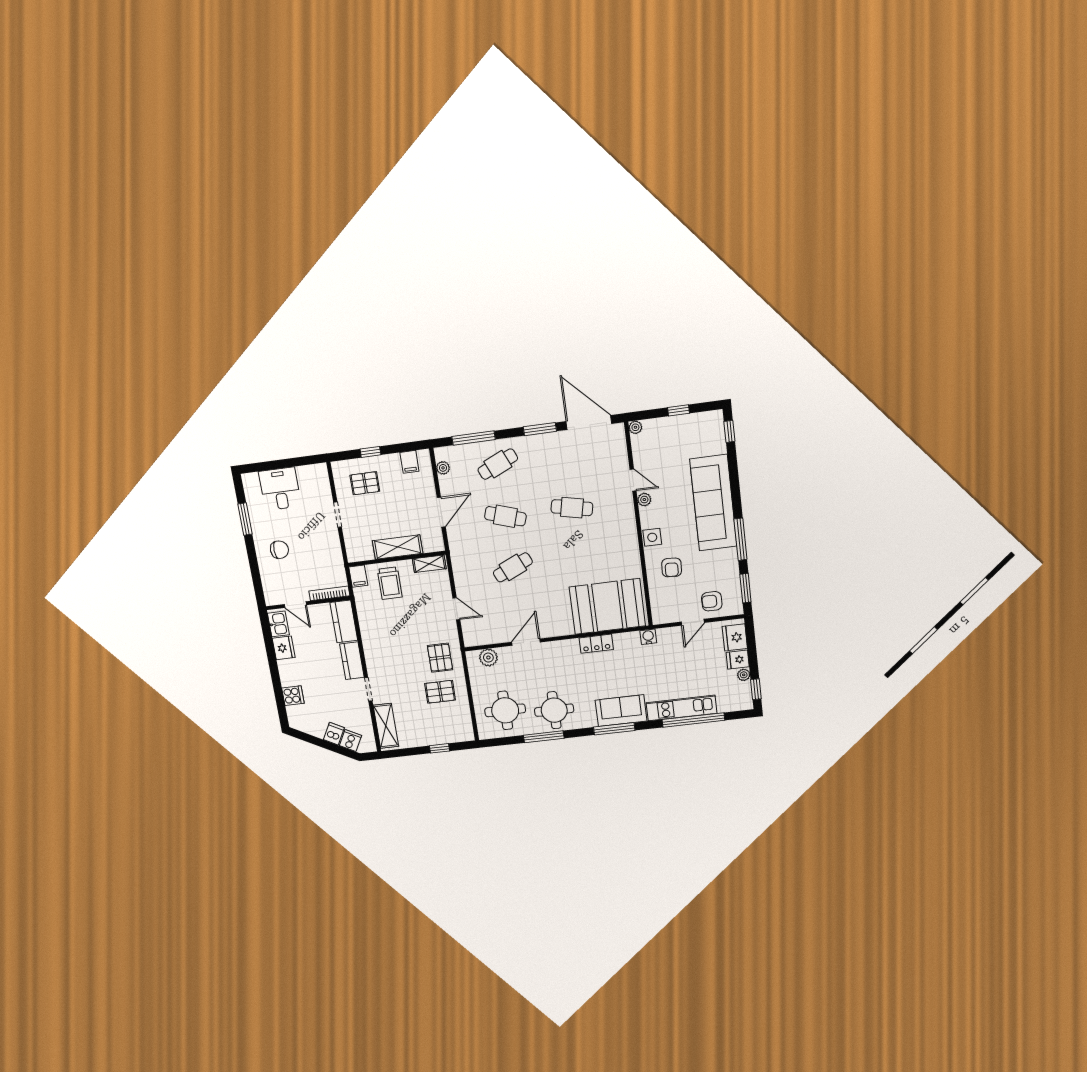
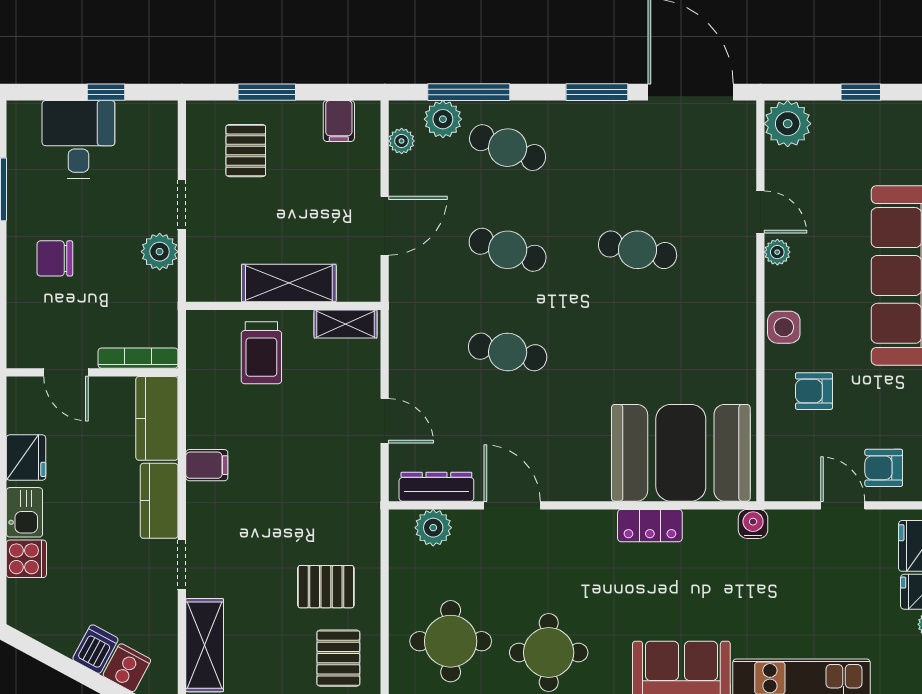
plant: (635, 427) -> (788, 124), width x1.88, depth x1.88
window: (370, 452) -> (267, 92), width x1.50
plant: (462, 454) -> (443, 119), added
window: (289, 463) -> (106, 92), added
cafe table: (498, 464) -> (508, 148), turned 45
pallet: (365, 483) -> (246, 151), turned 90
plant: (331, 540) -> (160, 252), added
chair: (279, 550) -> (55, 258), turned 180
cafe table: (513, 567) -> (508, 352), turned 36
armchair: (672, 567) -> (814, 391), turned 87
filing cabinet: (358, 576) -> (207, 465), moved, turned -90
door: (693, 622) -> (843, 505), swing flipped
kitchen sink: (278, 624) -> (24, 512), moved
dresser: (487, 638) -> (436, 487), added
door: (526, 642) -> (512, 505), hinge flipped
pallet: (440, 658) -> (338, 658), moved

